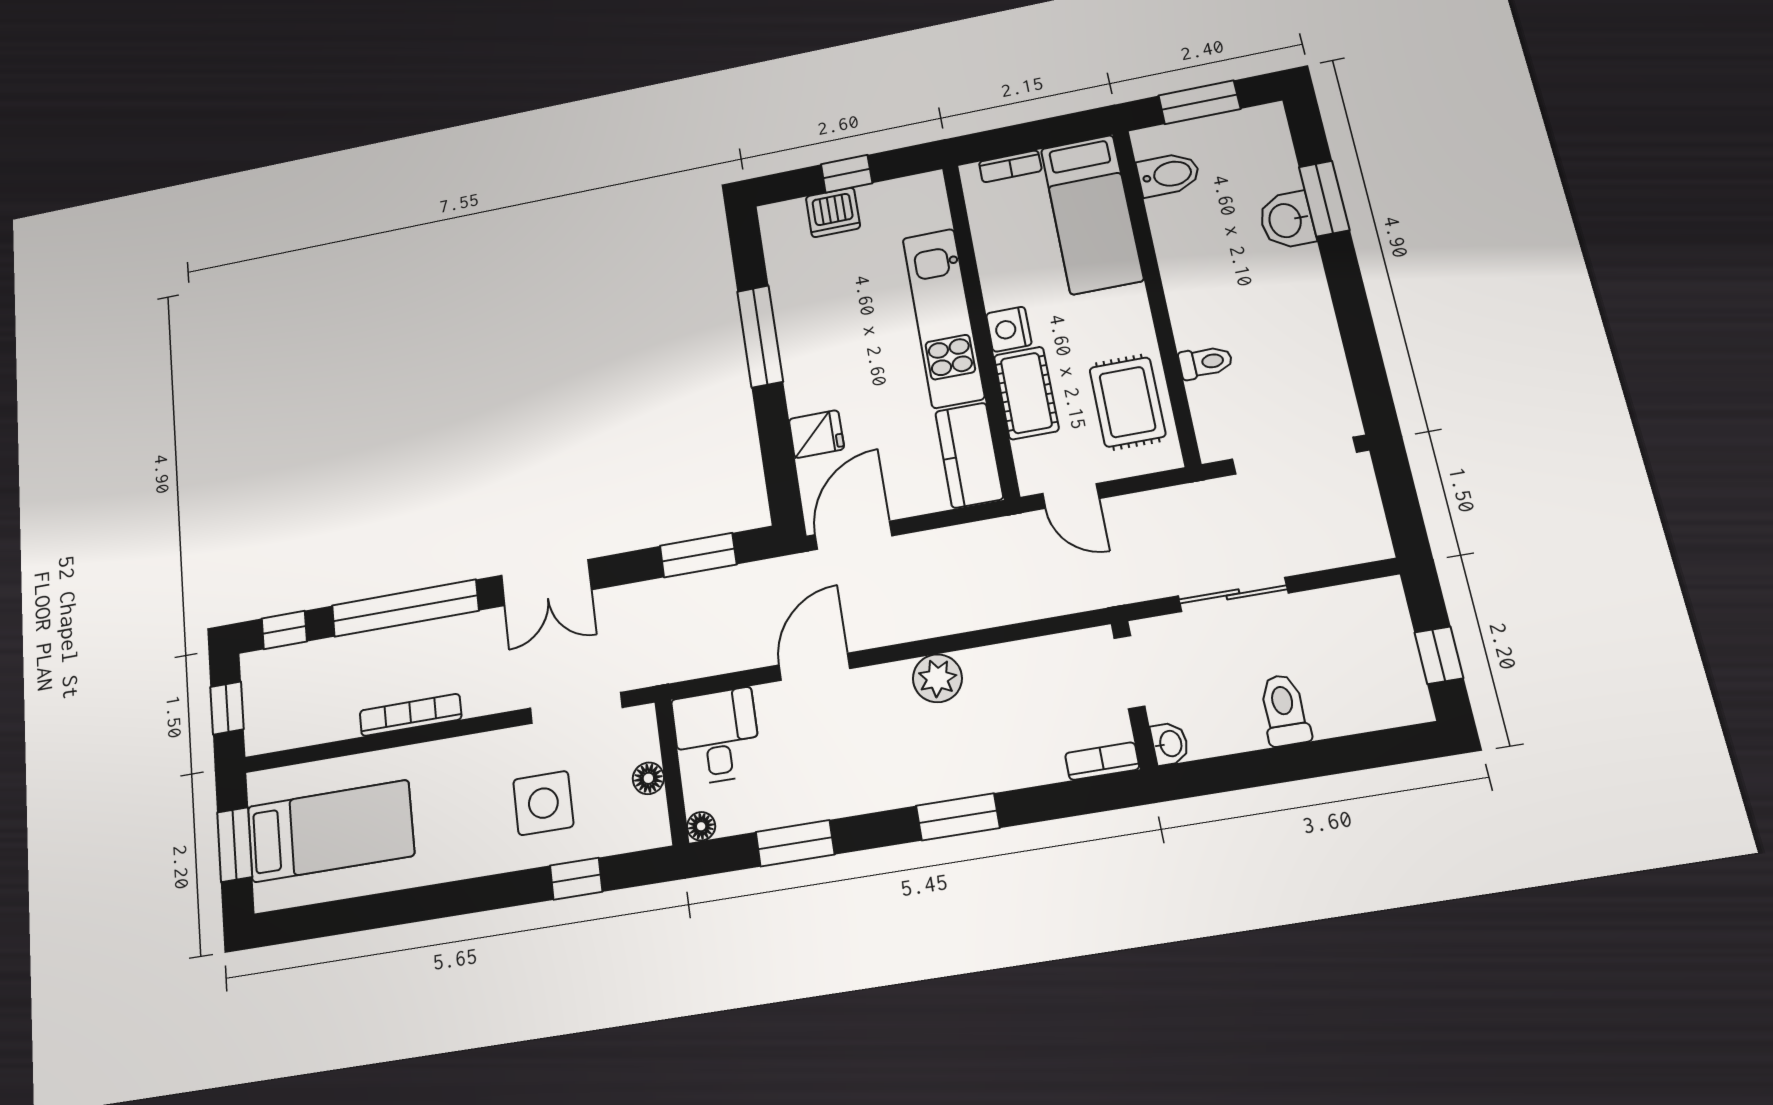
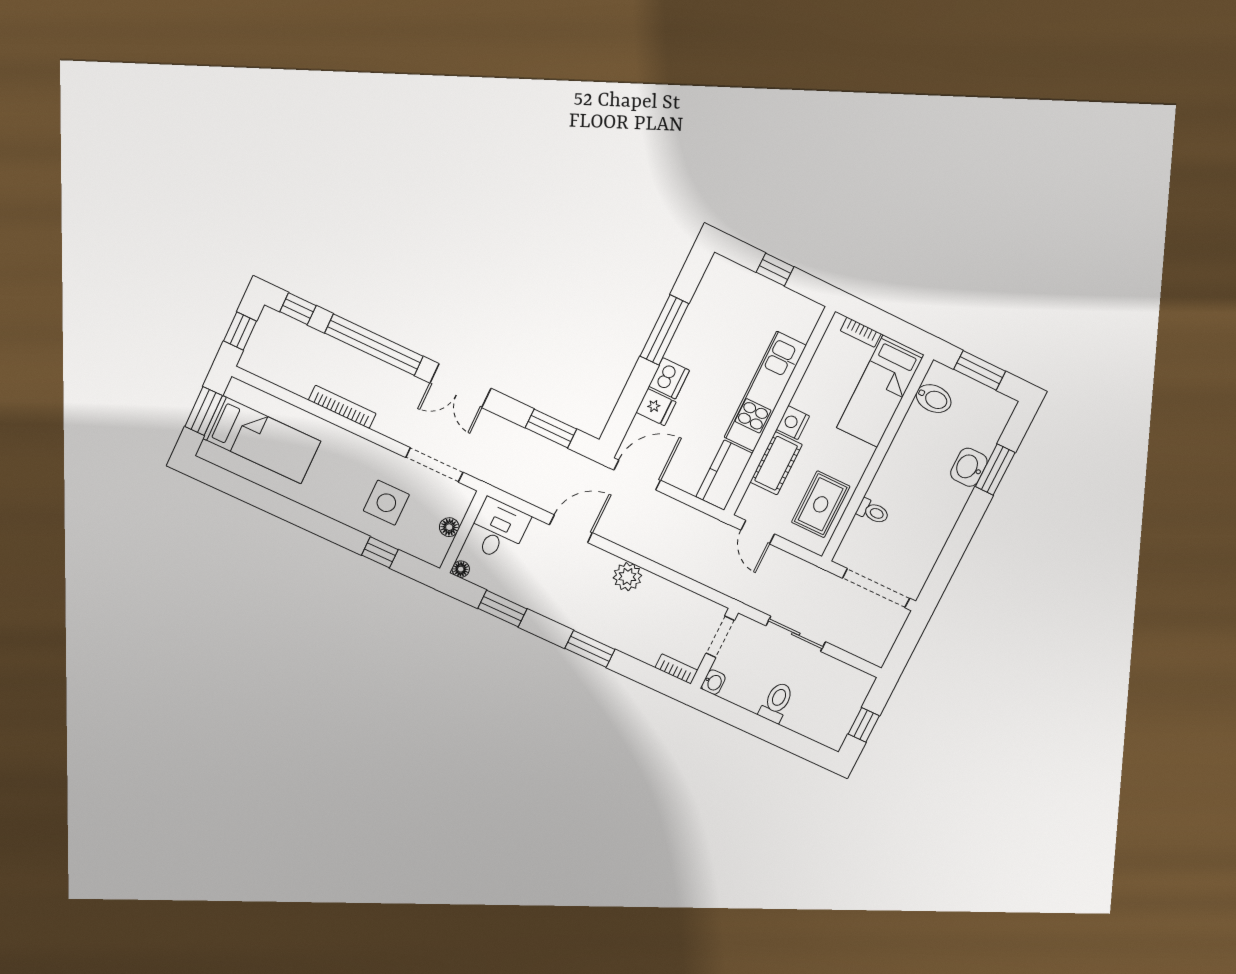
dishwasher: (833, 212) -> (669, 378), moved, turned -90

